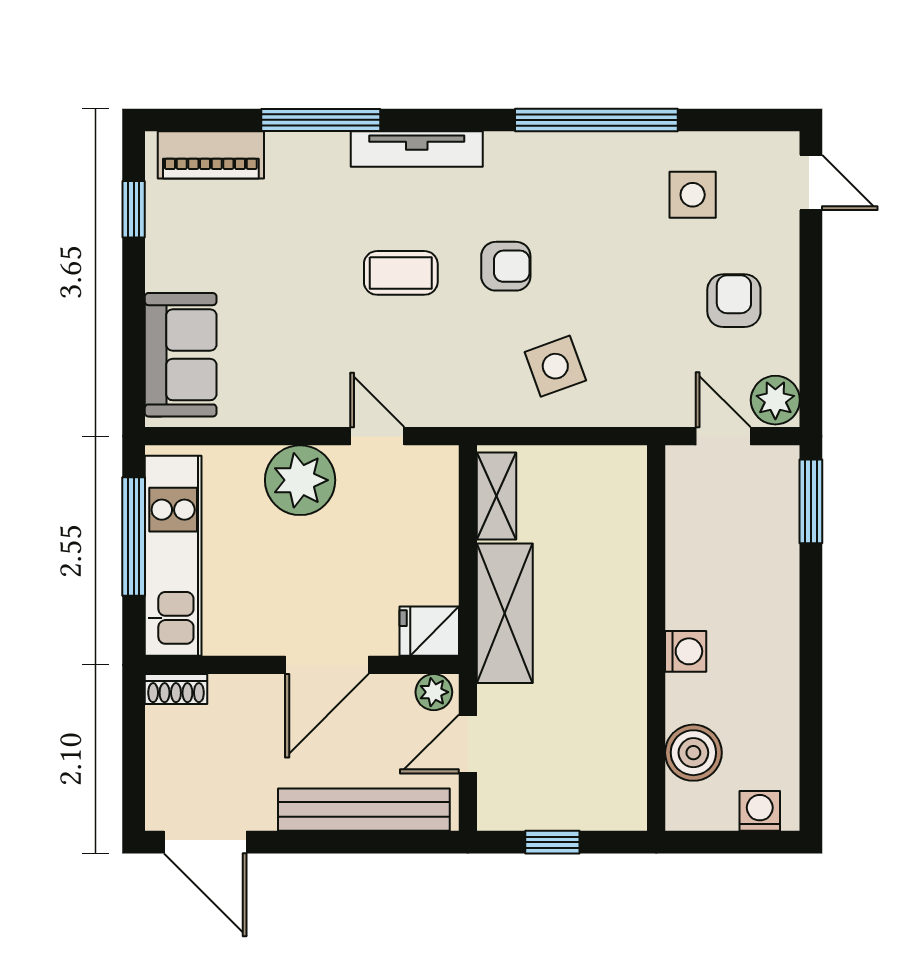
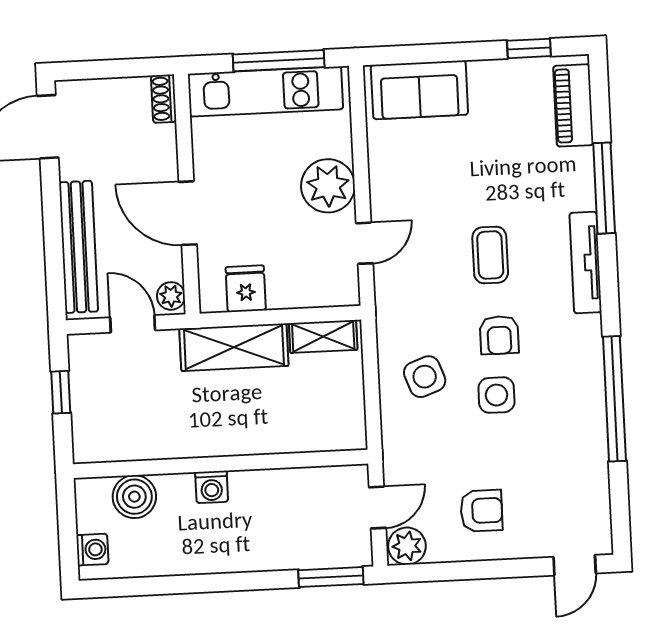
side table: (693, 195) -> (496, 395), moved
fridge: (429, 631) -> (246, 289), moved

